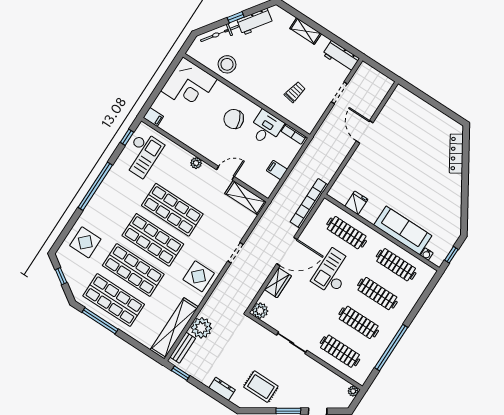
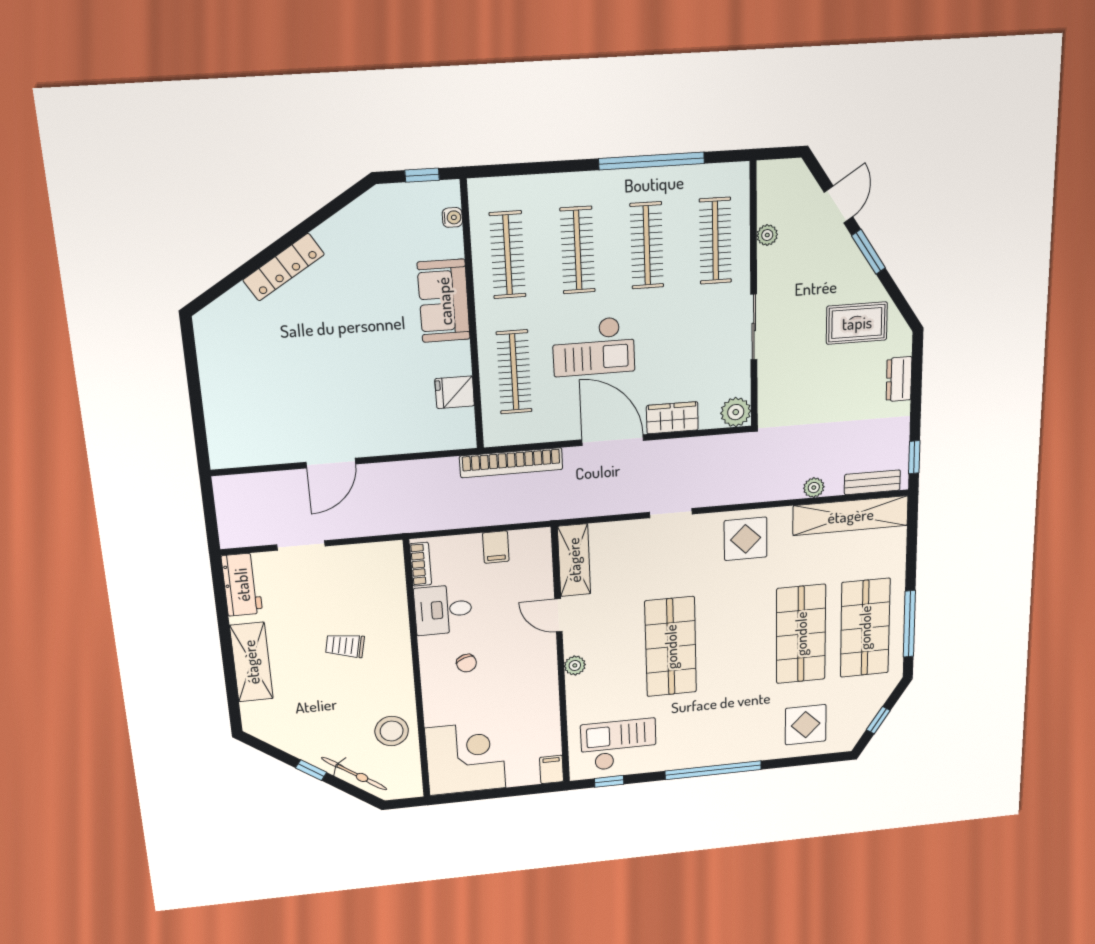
workbench: (255, 22) -> (295, 740), removed
shelving: (306, 31) -> (251, 662), width x1.50, depth x1.33
trolley: (295, 92) -> (345, 646), moved
chair: (234, 119) -> (467, 663), width x0.54, depth x0.54
locker: (456, 154) -> (284, 267), moved
sofa: (403, 230) -> (444, 301), width x0.73
shop shelf: (153, 240) -> (736, 640), removed
plant: (201, 328) -> (814, 488), width x0.53, depth x0.53
rug: (261, 387) -> (857, 323), turned 90
plant: (353, 391) -> (767, 235), moved

